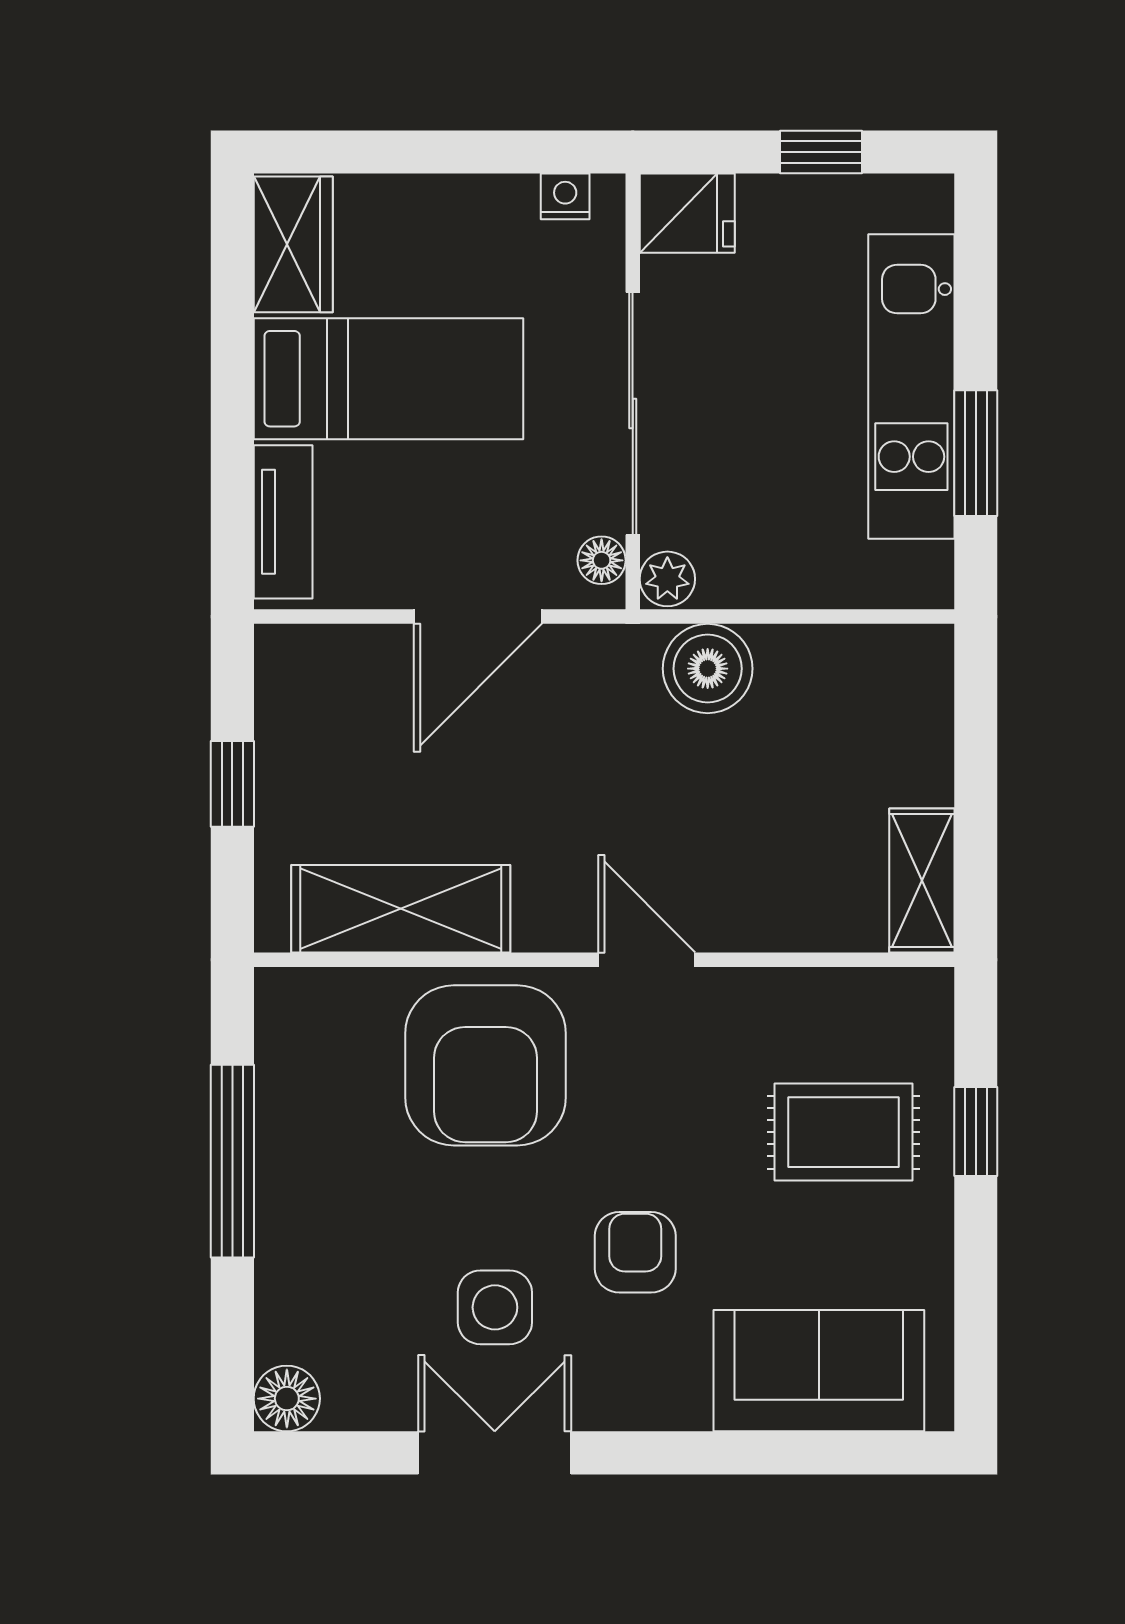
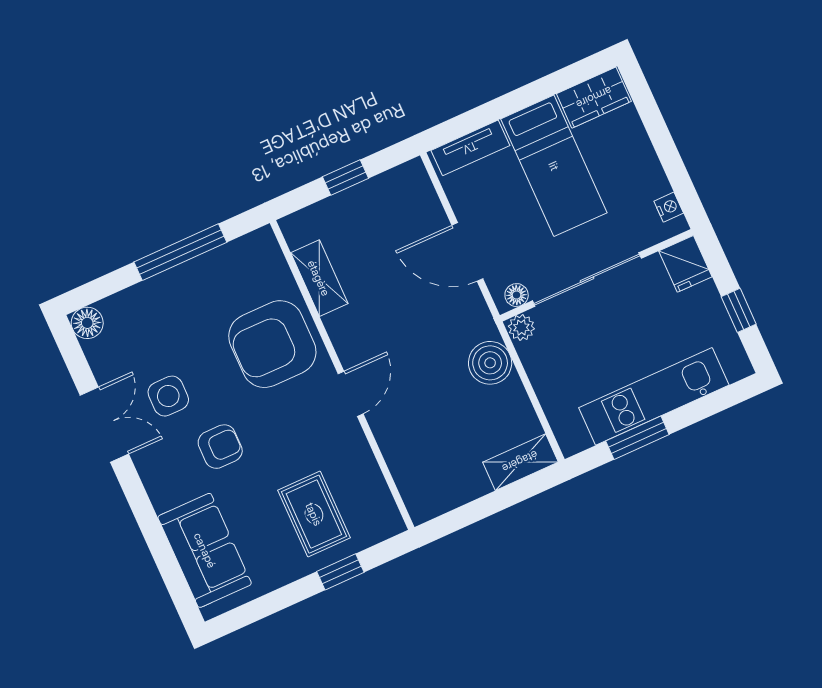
shelving: (922, 880) -> (520, 462), moved
shelving: (401, 909) -> (319, 278), width x0.67, depth x0.75

